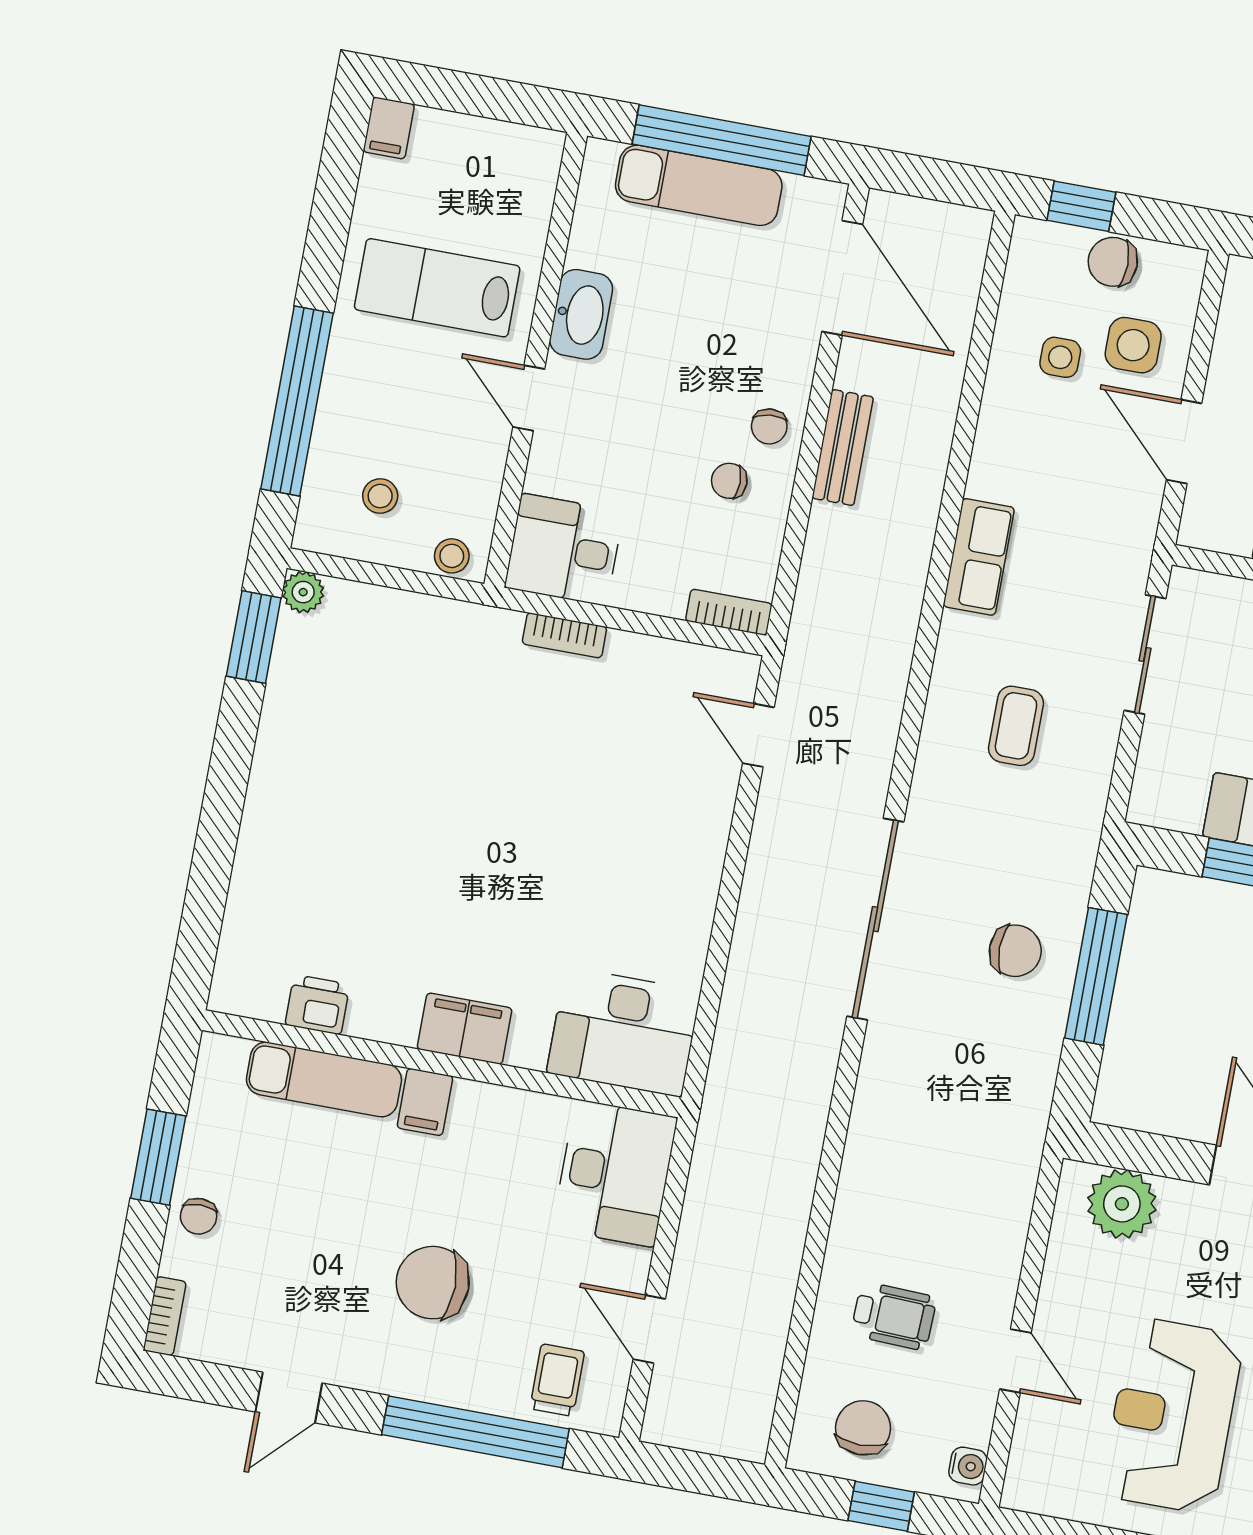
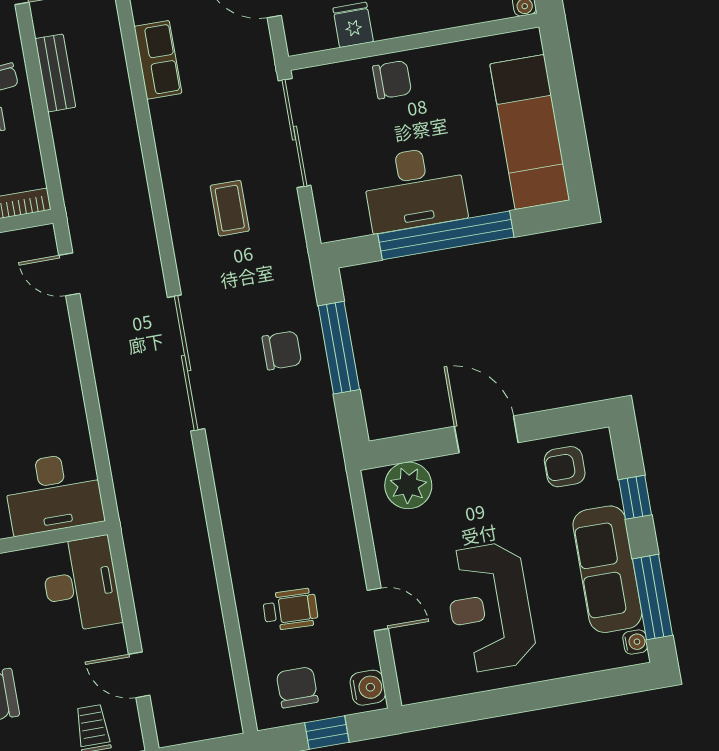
row of seats: (979, 557) -> (158, 60), moved
sliding door: (1145, 654) -> (295, 133), width x1.37
water cooler: (968, 1466) -> (368, 688), width x1.38, depth x1.38

